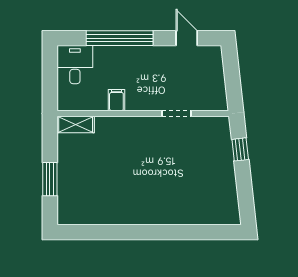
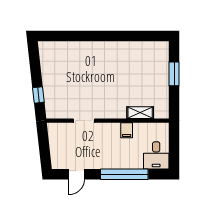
door: (187, 38) -> (77, 174), hinge flipped
shelving: (76, 125) -> (140, 113), moved

